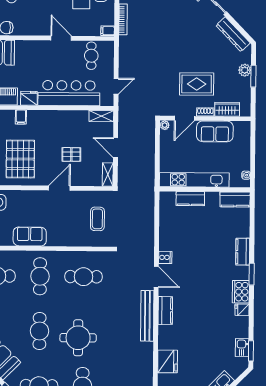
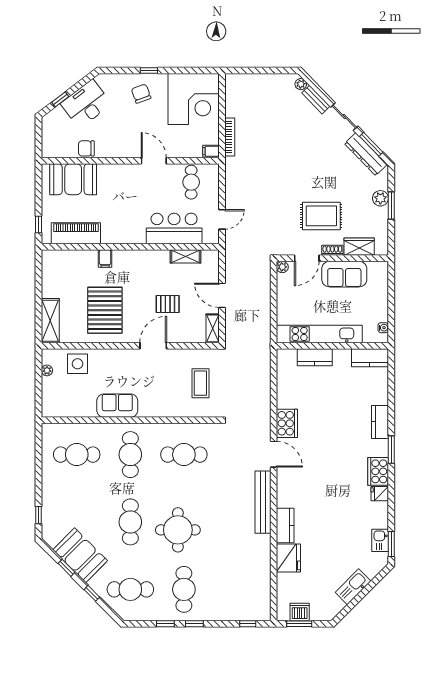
window: (238, 26) -> (371, 144), added
bar counter: (69, 93) -> (174, 228), width x0.73
fridge: (29, 98) -> (115, 235), removed
shelving: (101, 116) -> (186, 256), moved
cooker: (165, 257) -> (287, 423), width x1.87, depth x1.31
kitchen counter: (165, 311) -> (285, 526), moved

